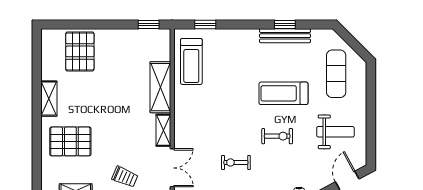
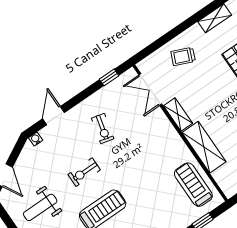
exercise bike: (236, 162) -> (103, 129), turned 104

